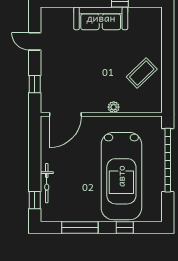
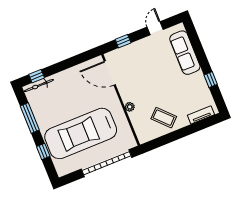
sofa: (101, 18) -> (185, 53), moved
tv unit: (156, 29) -> (201, 115), added
bicycle: (47, 183) -> (39, 86), moved

